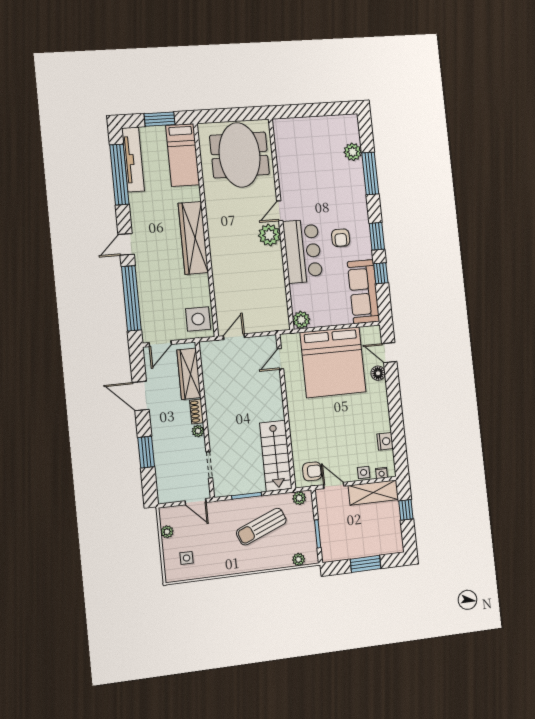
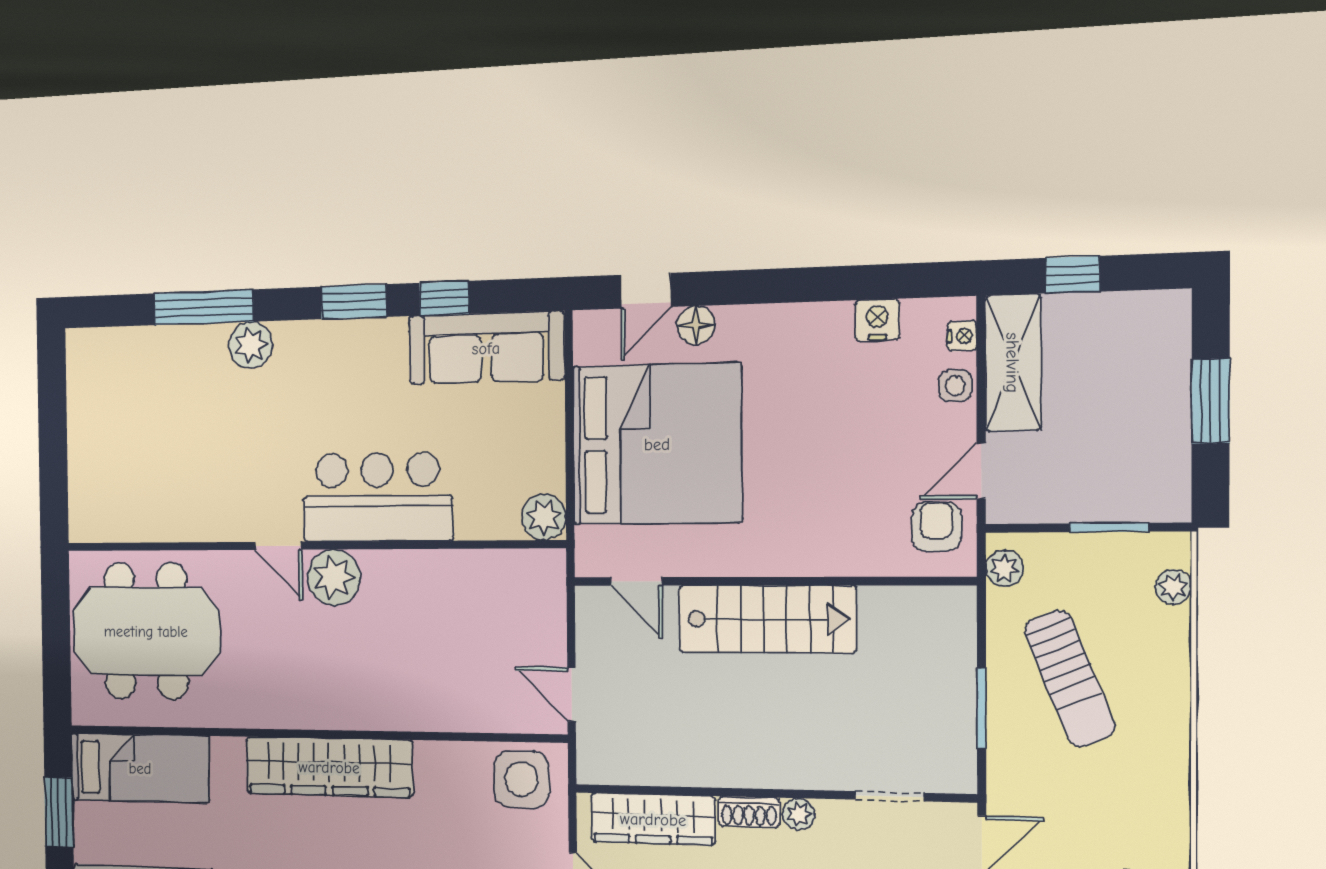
plant: (353, 152) -> (251, 345), moved
armchair: (341, 238) -> (352, 397), removed
stairs: (276, 456) -> (767, 619), moved

